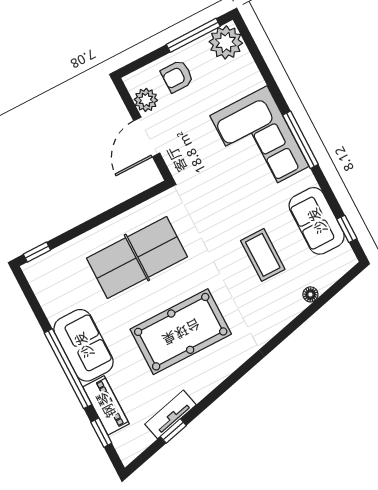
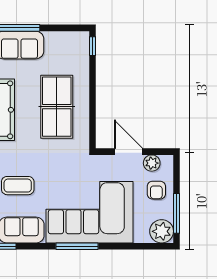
armchair: (177, 76) -> (156, 190), turned 180
corner sofa: (259, 141) -> (90, 212), width x1.36, depth x1.36

